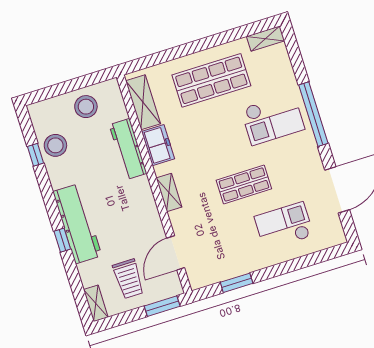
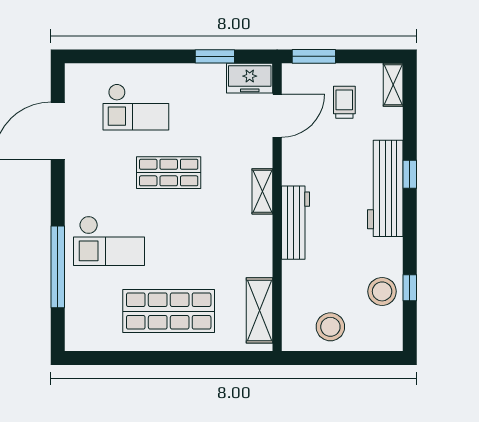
shelving: (266, 39) -> (87, 341), removed
window: (313, 114) -> (58, 267), moved
checkout: (273, 119) -> (109, 241), turned 180
freezer: (158, 145) -> (250, 78), moved, turned -90
workbench: (128, 149) -> (296, 223), moved
trolley: (128, 279) -> (344, 102), width x0.73, depth x0.72

